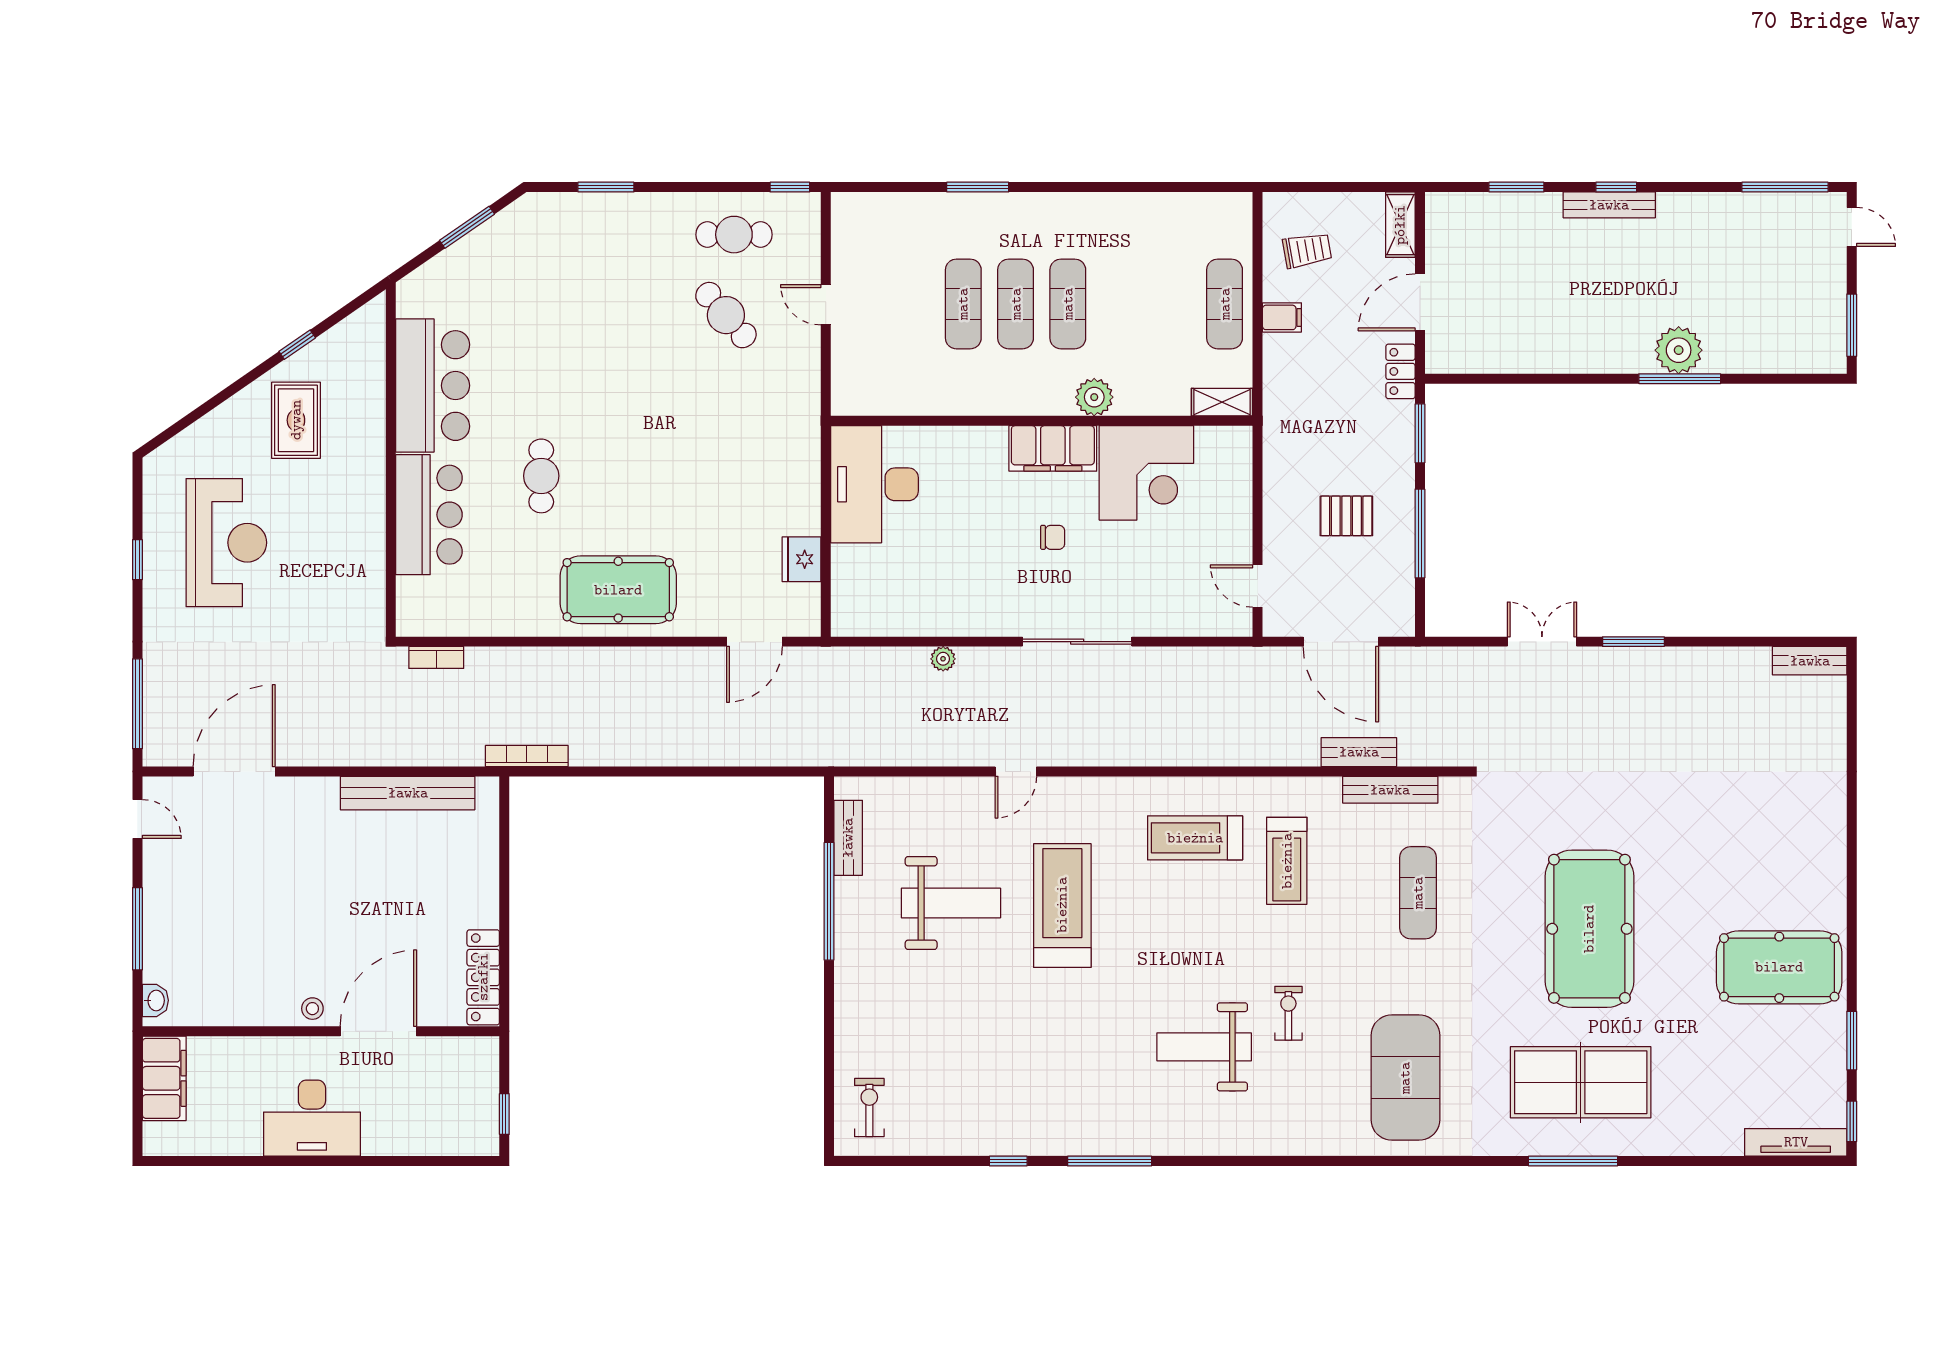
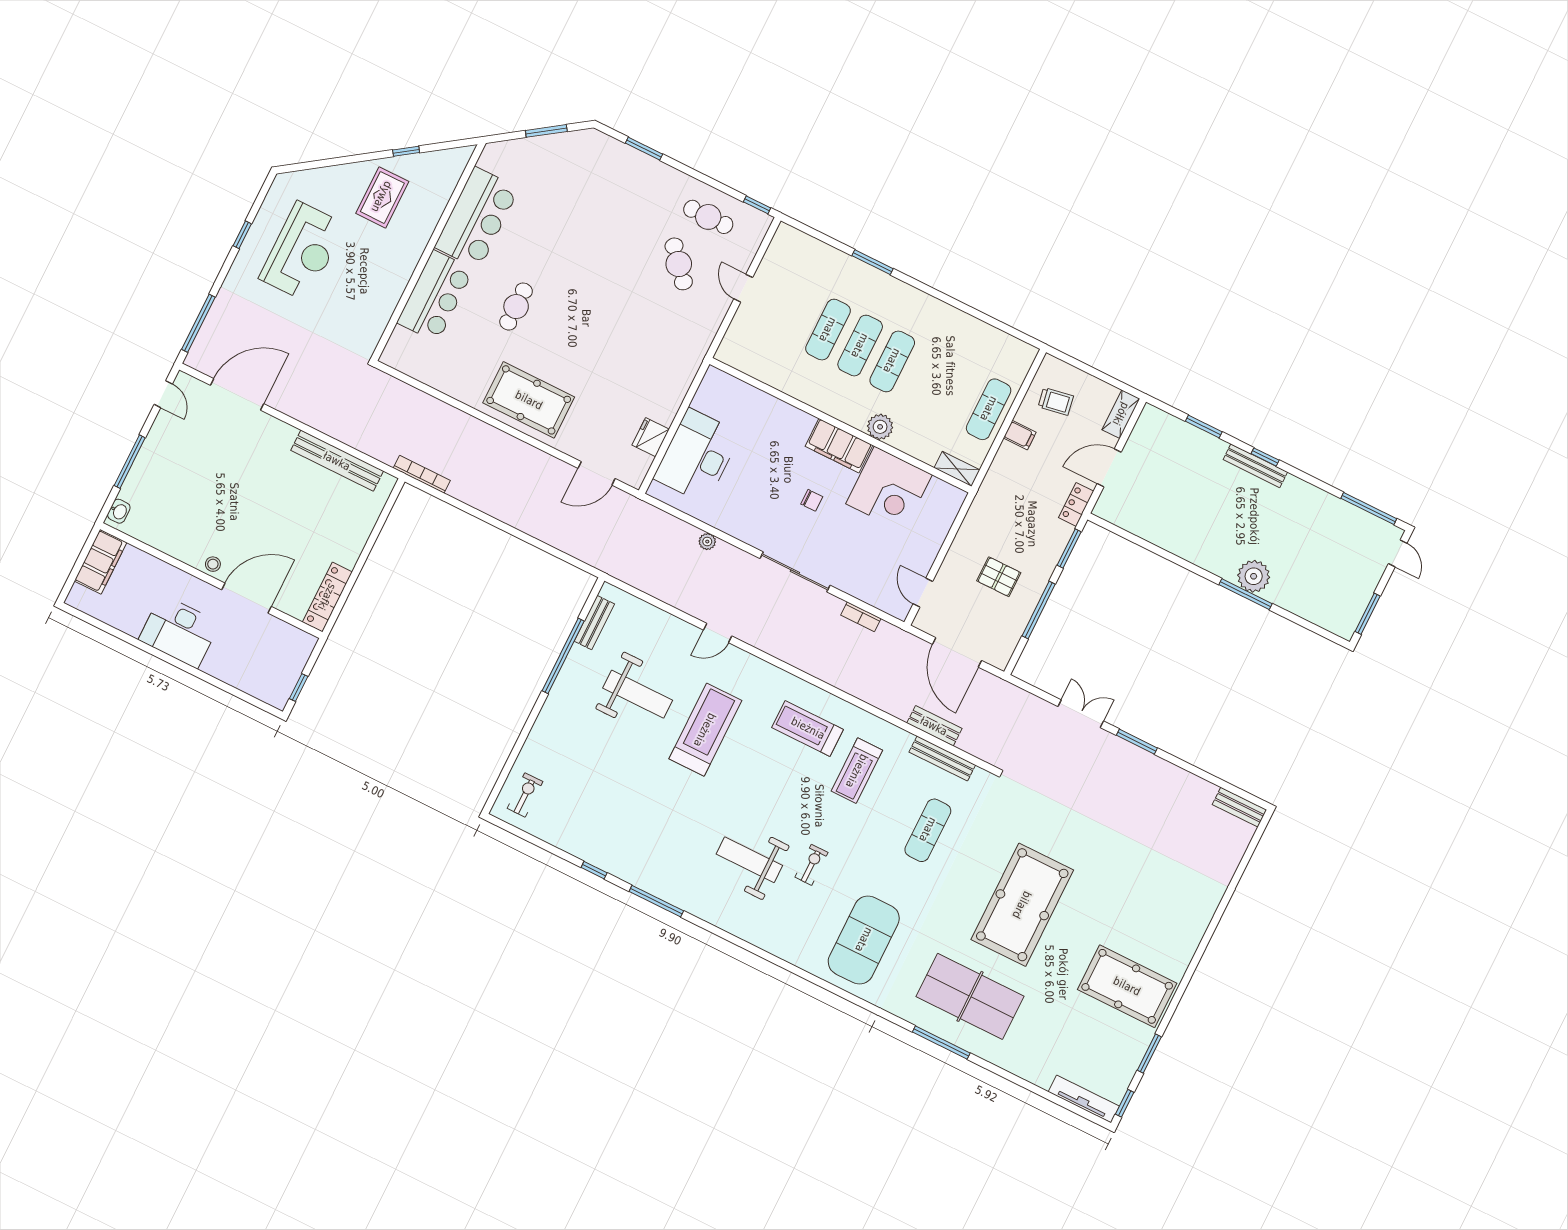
desk: (874, 484) -> (697, 456), moved
bookcase: (436, 657) -> (861, 617), moved

